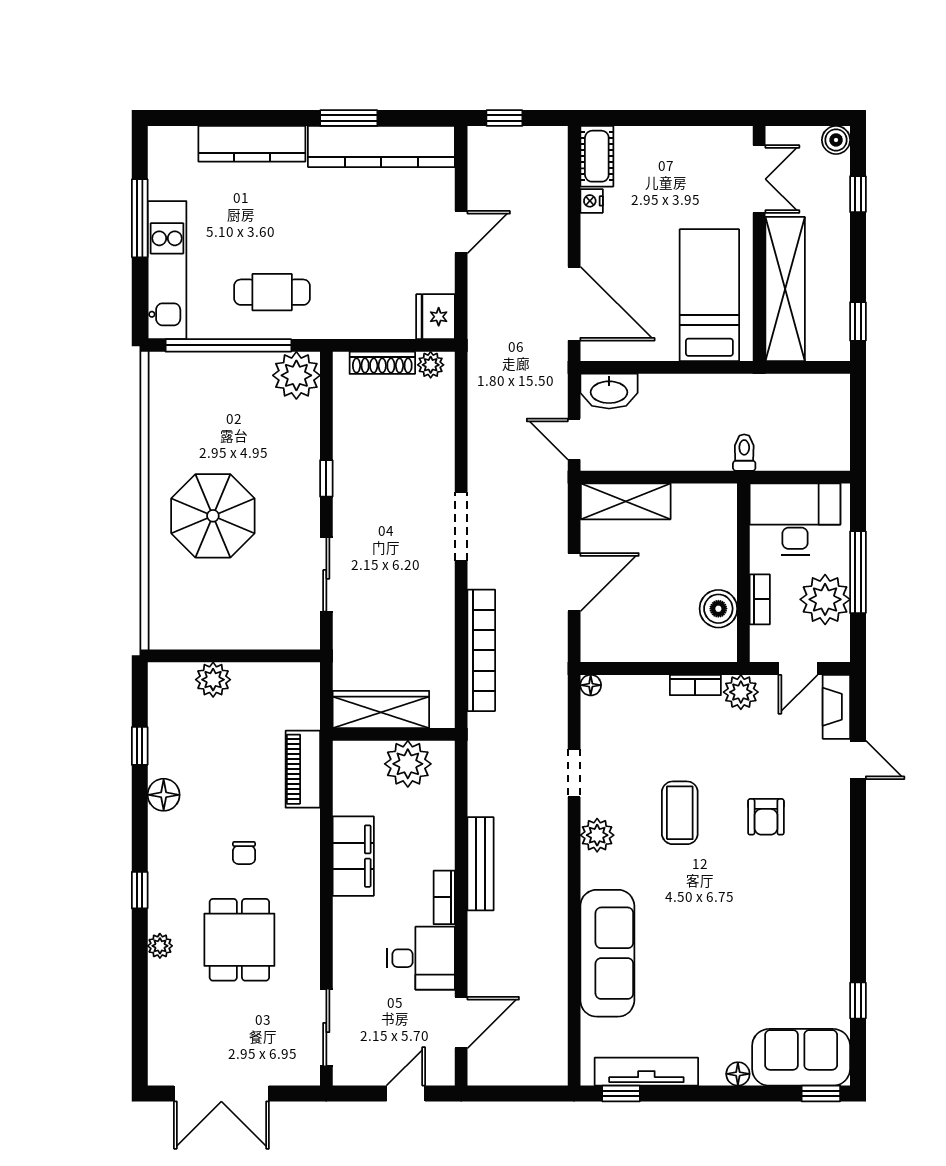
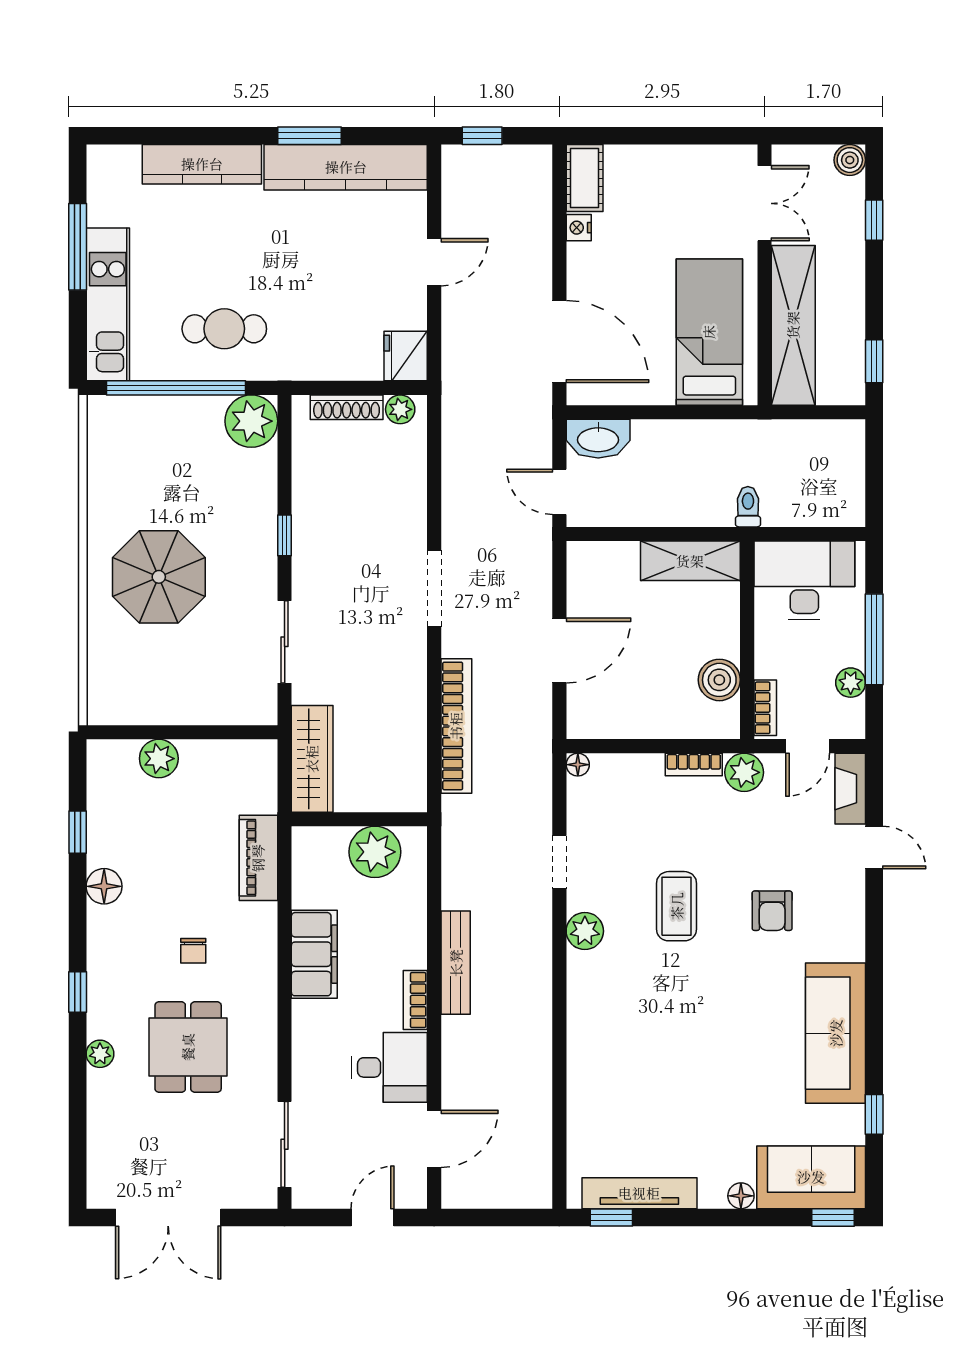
shelving: (626, 501) -> (690, 561), moved
bookcase: (760, 599) -> (765, 708), moved
plant: (825, 599) -> (851, 683), width x0.53, depth x0.53
wardrobe: (381, 709) -> (312, 759), moved, turned 90
sofa: (607, 953) -> (836, 1033), moved, turned 180

